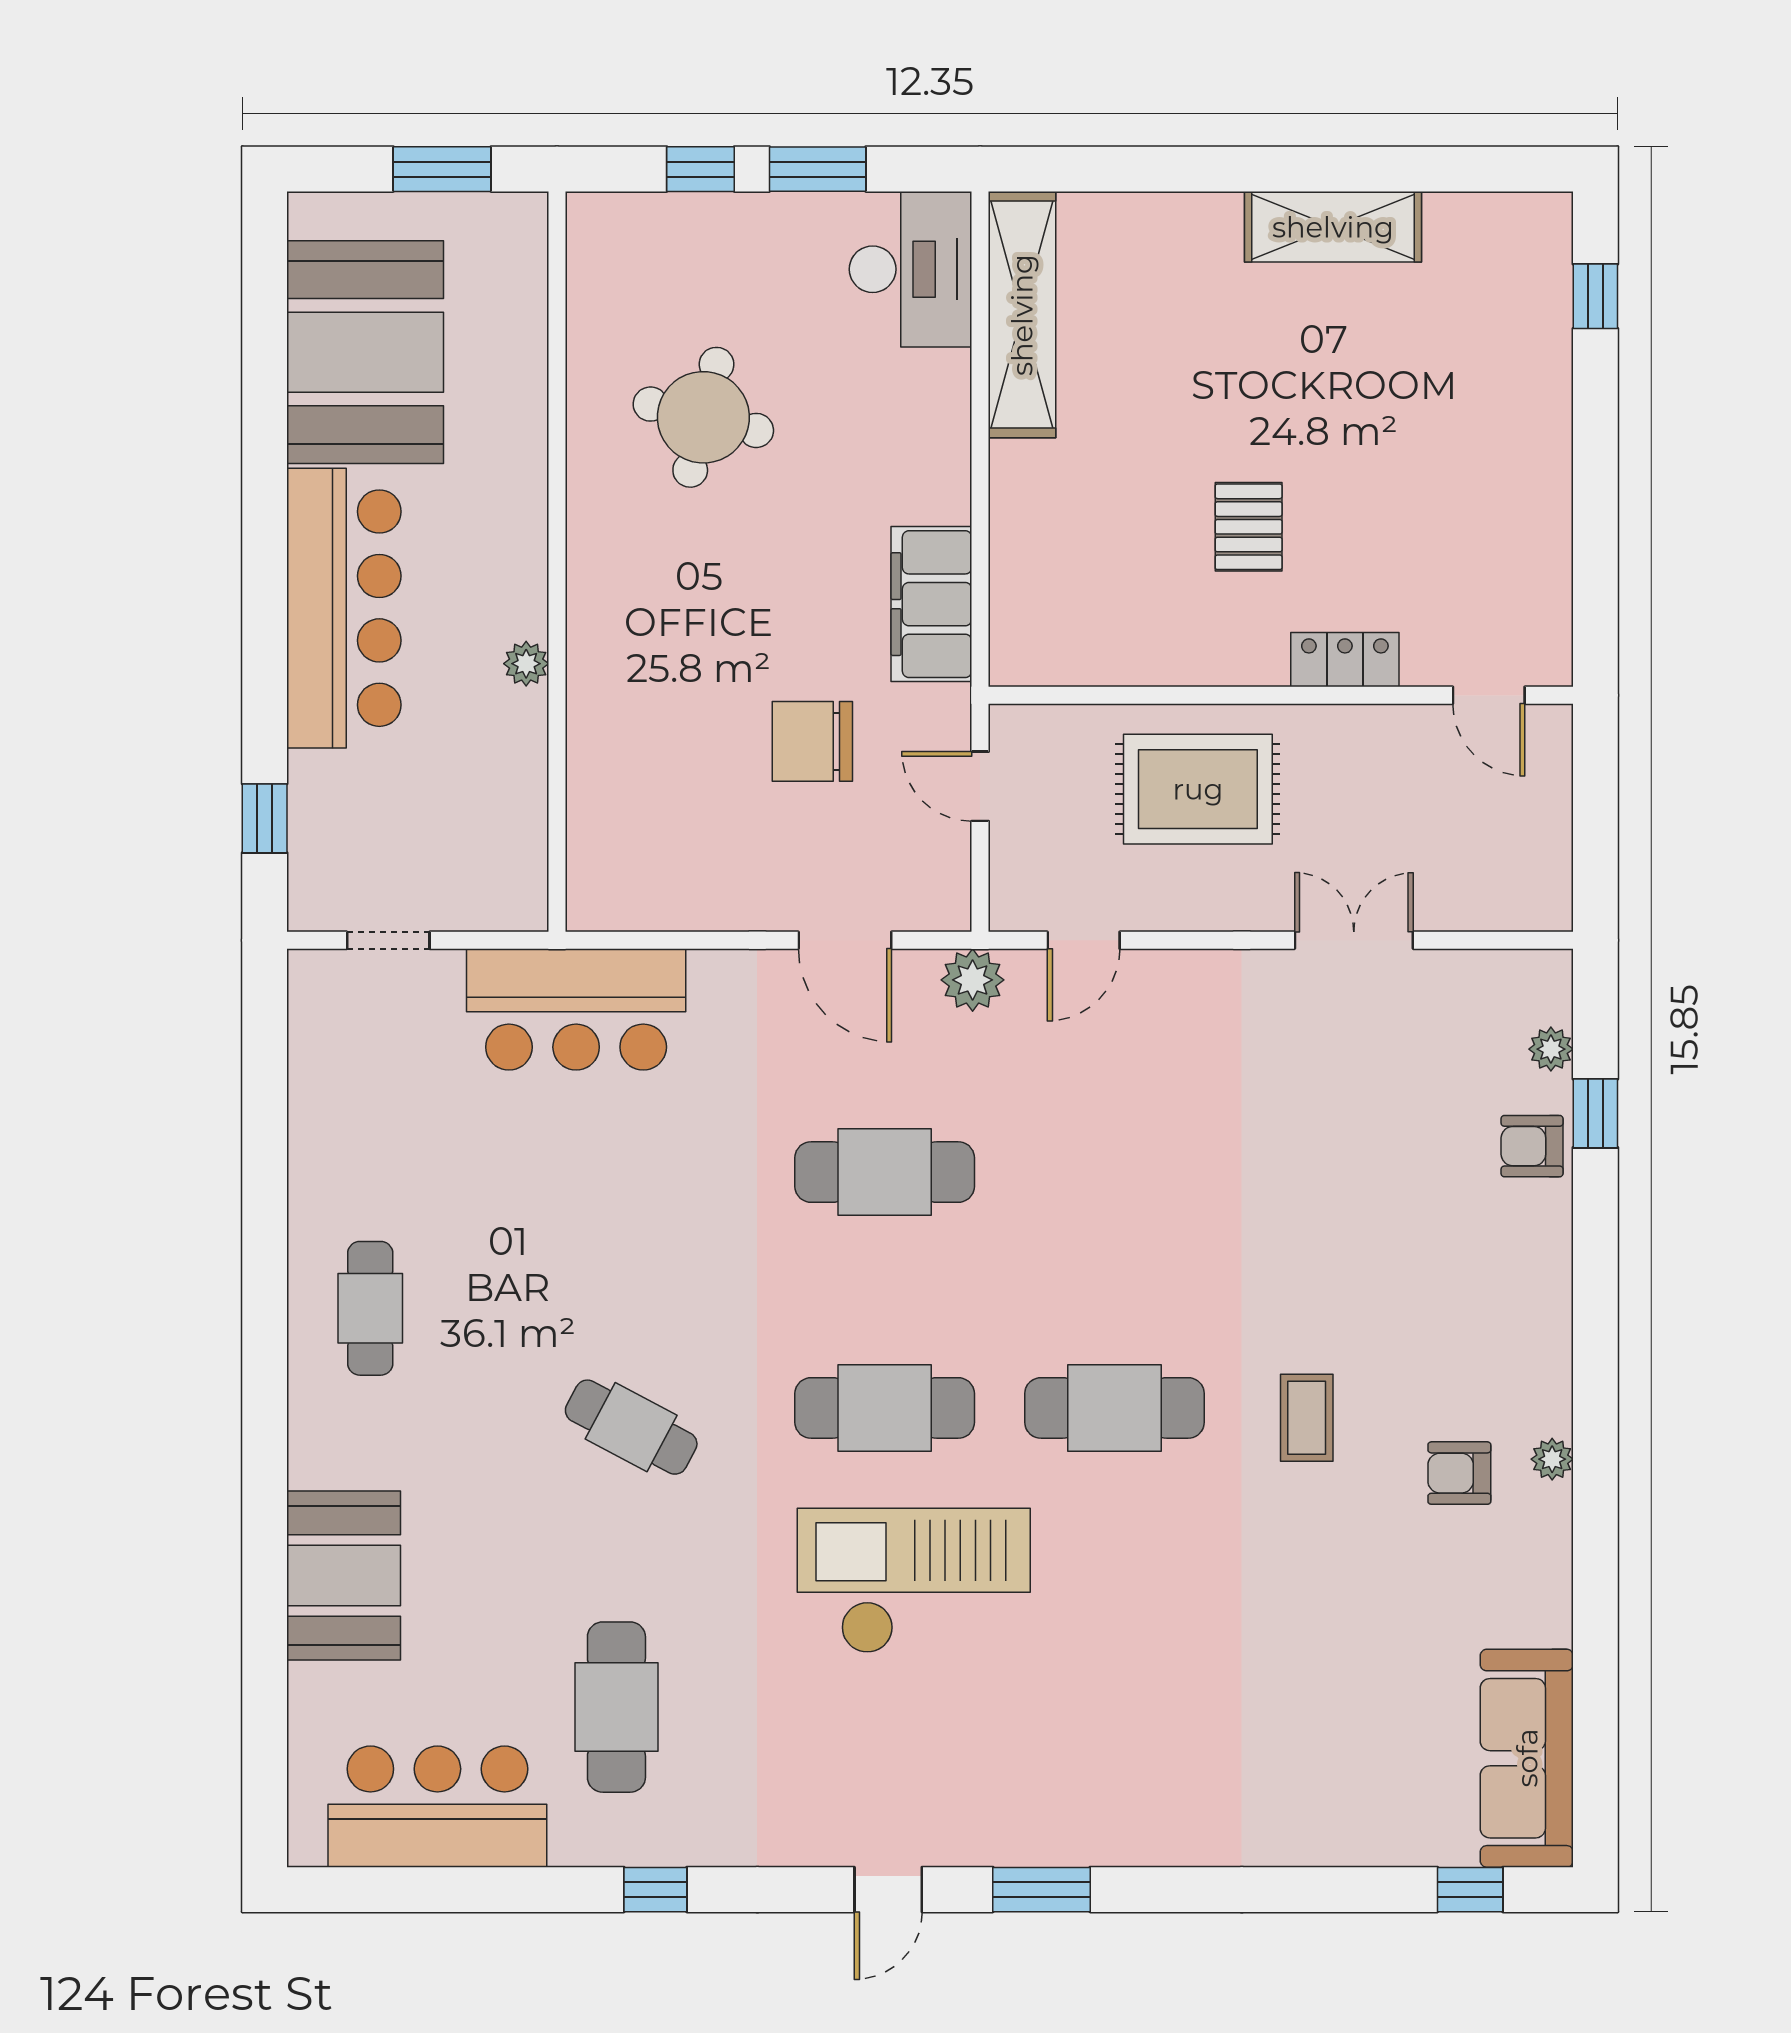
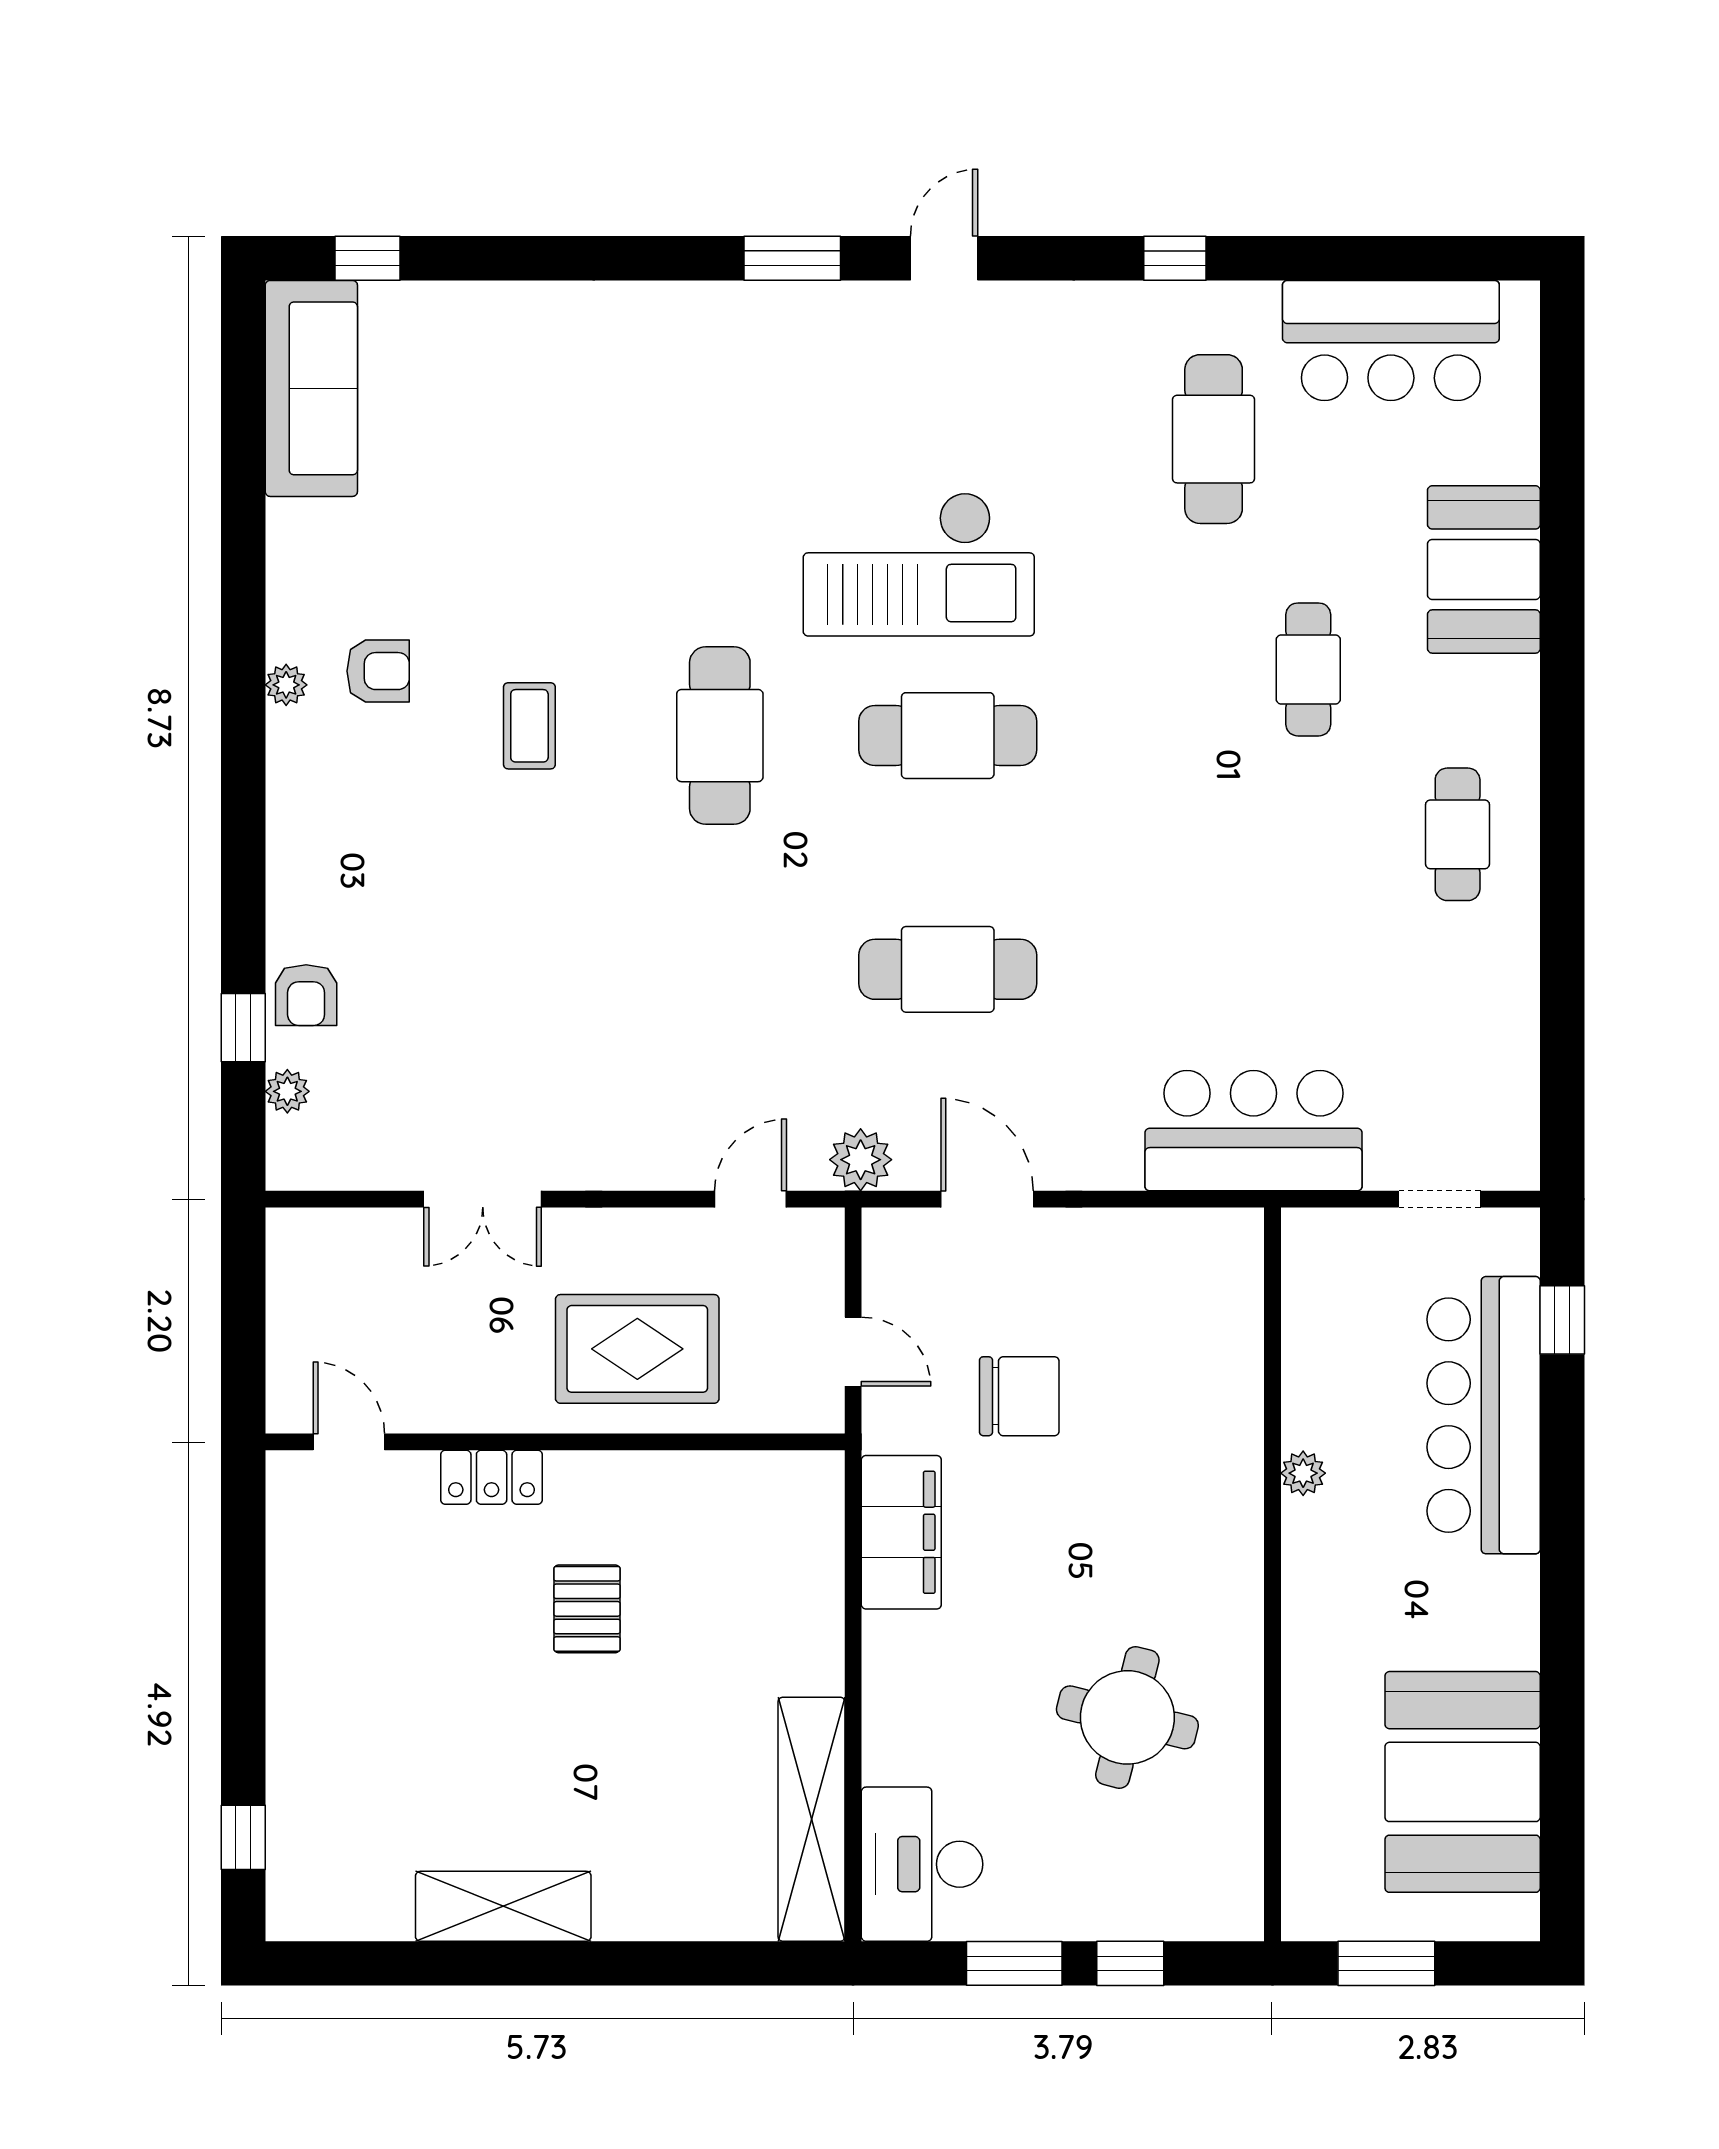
bar counter: (344, 608) -> (1484, 1415), moved
armchair: (1532, 1146) -> (306, 995), turned 90
cafe table: (1115, 1408) -> (720, 736), turned 90
cafe table: (631, 1427) -> (1308, 669), moved, turned 62

